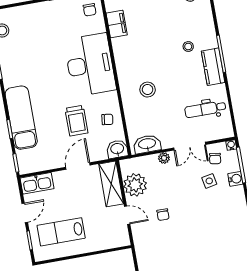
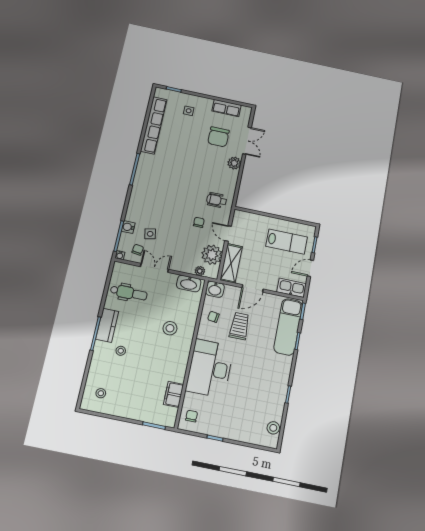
exam couch: (21, 118) -> (288, 327), moved
plant: (164, 158) -> (200, 271), moved
wheelchair: (154, 247) -> (217, 200), added

